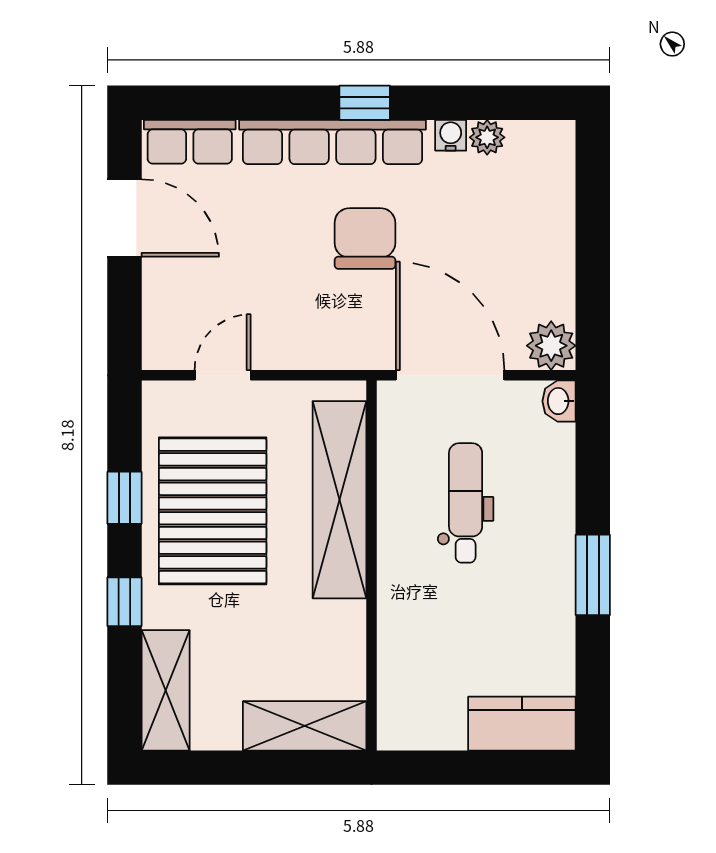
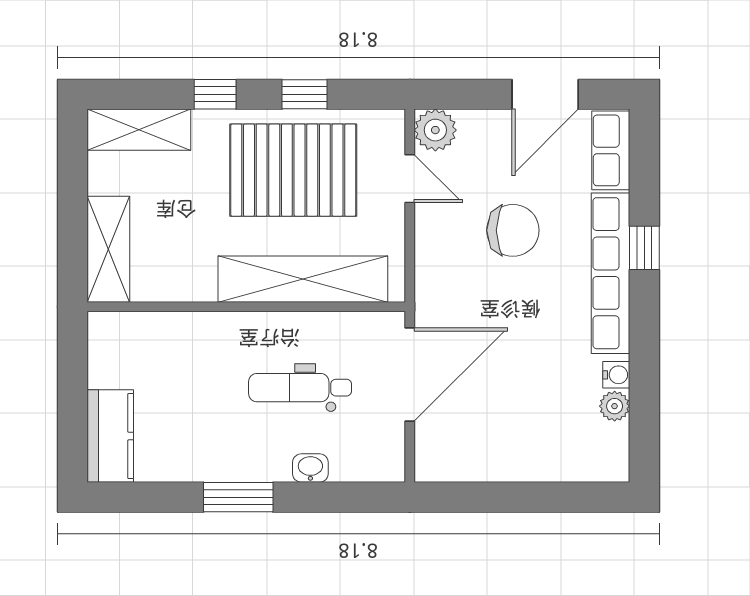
window: (365, 103) -> (644, 248), moved
chair: (365, 238) -> (513, 230), moved
plant: (551, 346) -> (435, 130), moved
washbasin: (559, 401) -> (310, 468), moved
dental chair: (466, 503) -> (300, 388), turned 180

